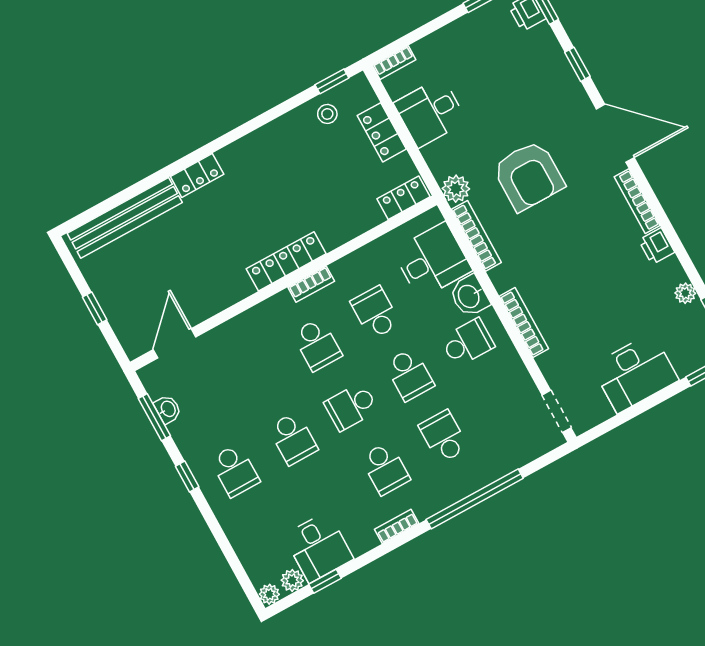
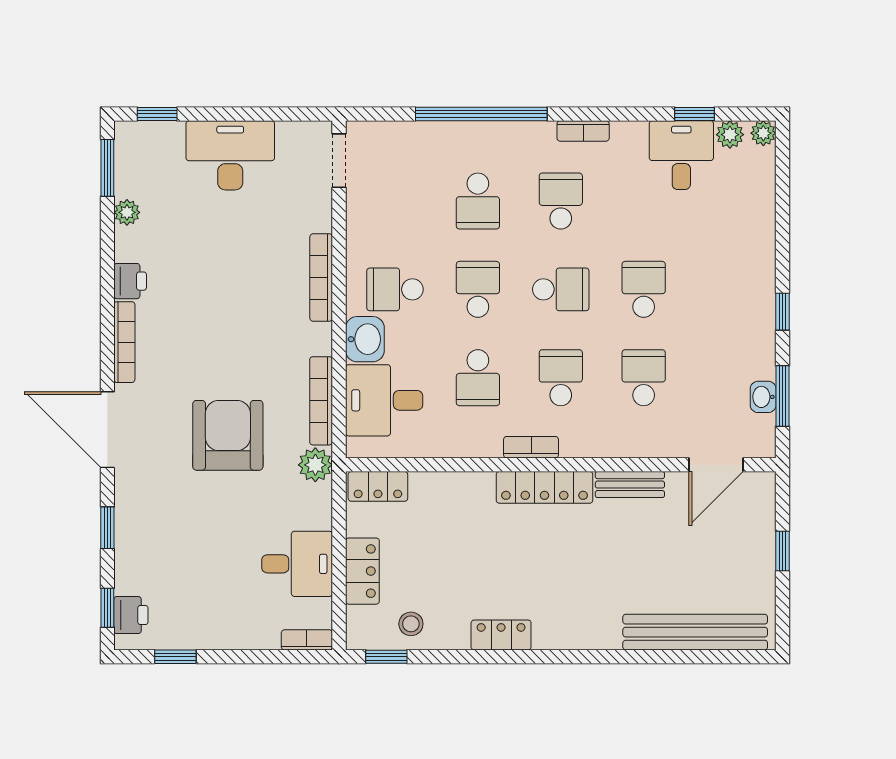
locker: (197, 175) -> (501, 635), moved
bench: (227, 296) -> (630, 485), added
school desk: (235, 470) -> (644, 378), moved

